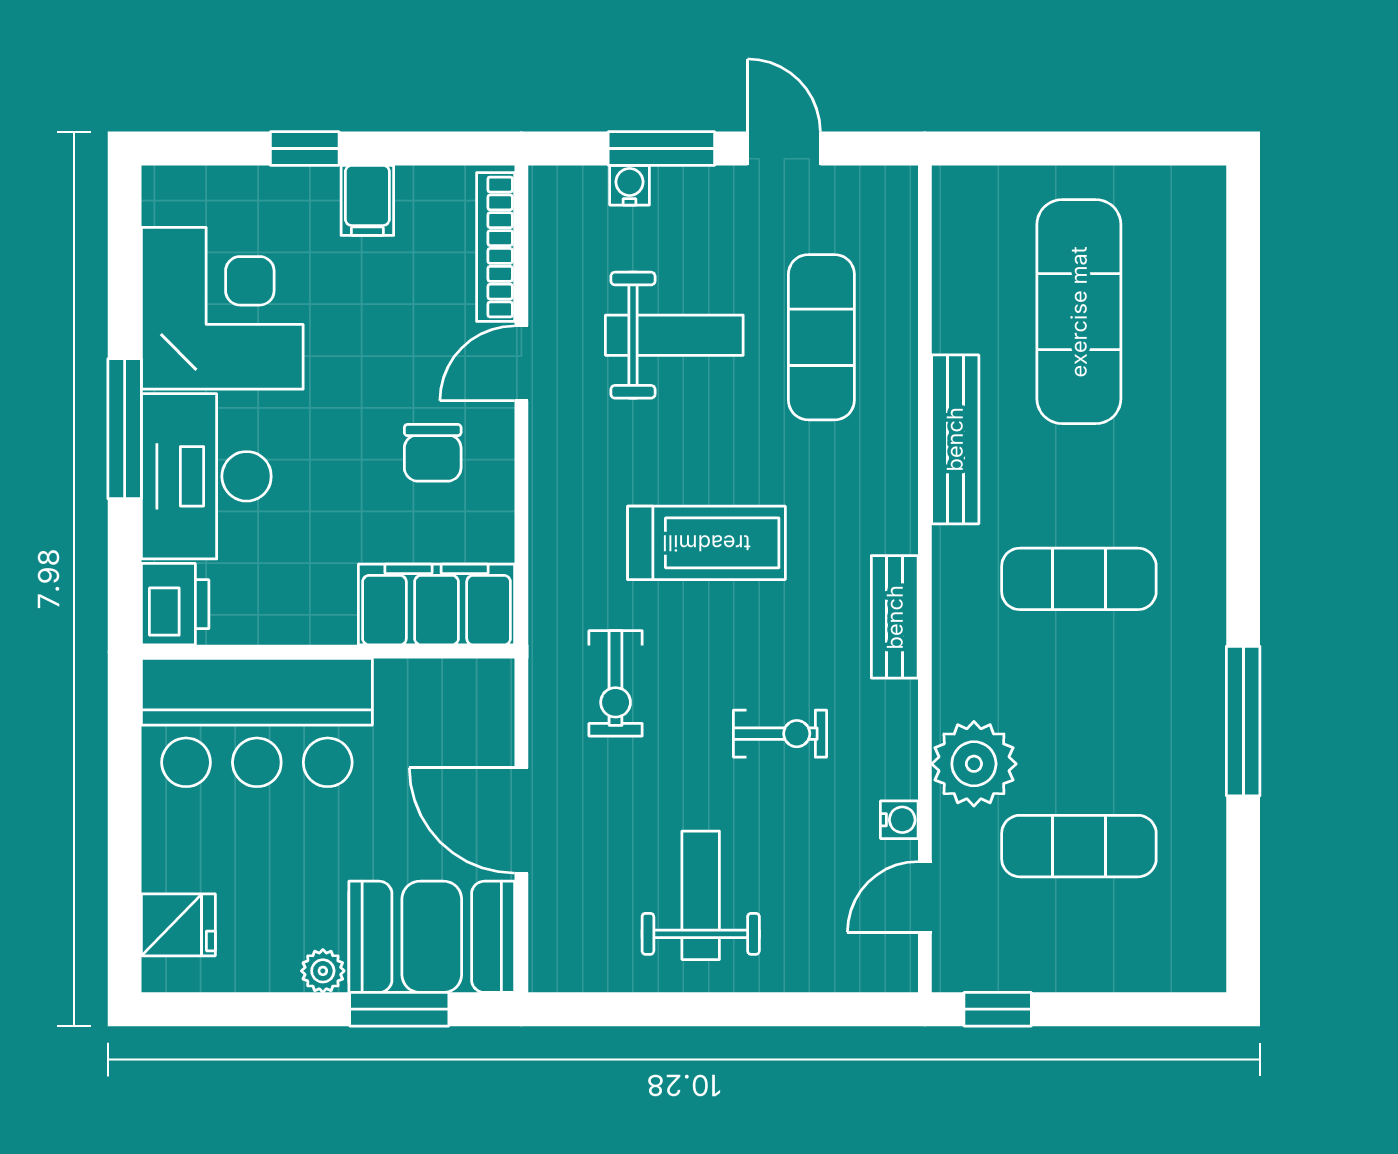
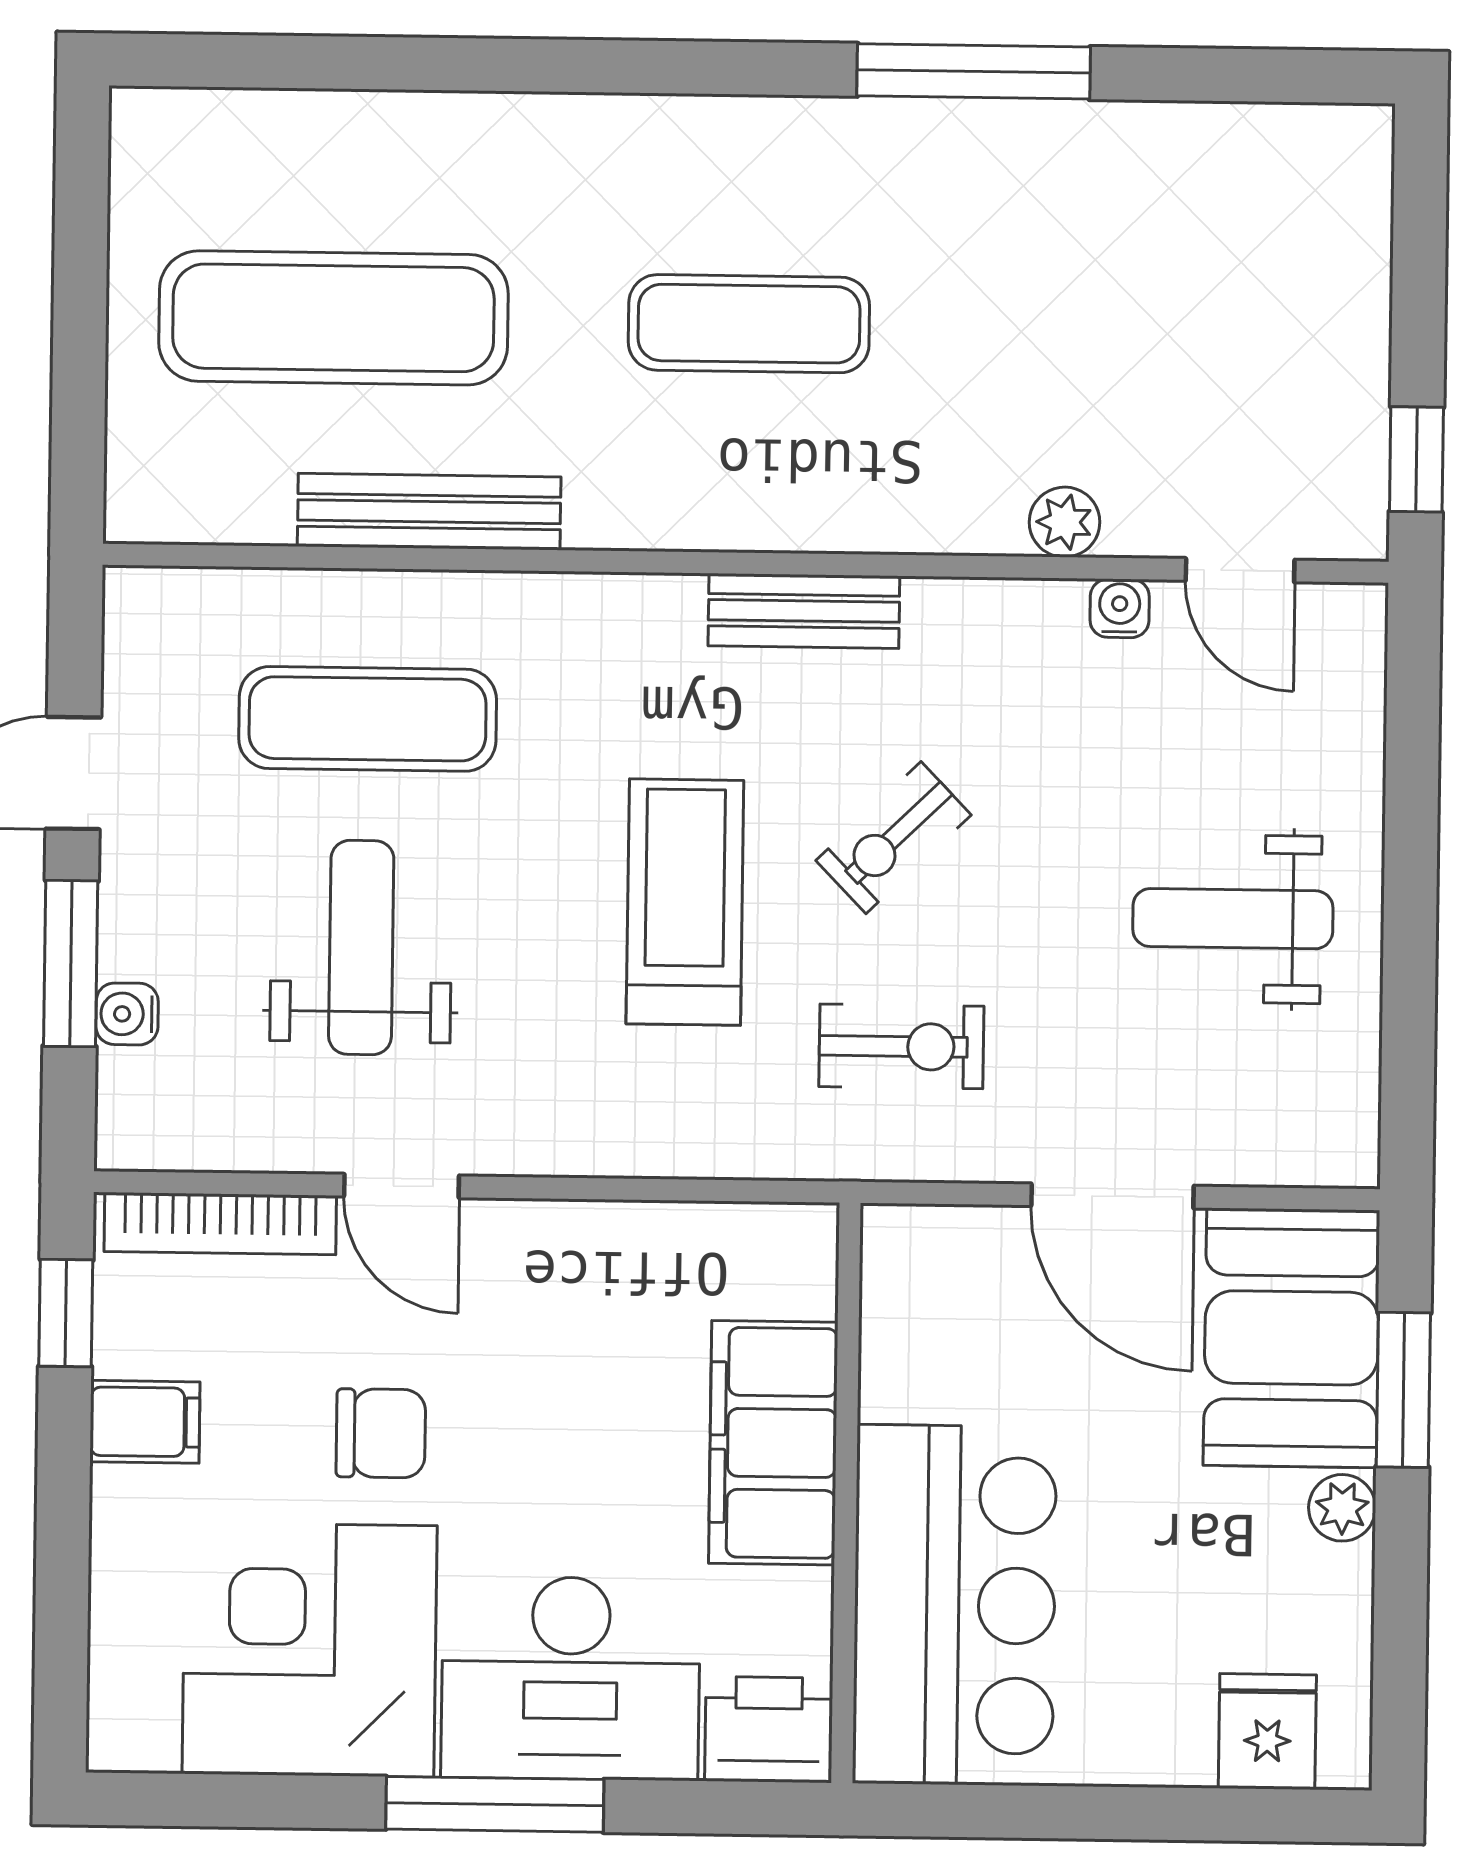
window: (305, 148) -> (66, 1313), moved
bench: (955, 439) -> (429, 512), moved
chair: (433, 453) -> (381, 1433), moved
exercise mat: (1079, 579) -> (749, 324), turned 90
filing cabinet: (437, 604) -> (773, 1443), moved
exercise bike: (780, 734) -> (894, 838), moved, turned -134
plant: (974, 764) -> (1065, 522), width x0.53, depth x0.53
door: (521, 820) -> (1112, 1196), hinge flipped
exercise mat: (1079, 846) -> (1164, 329), removed

